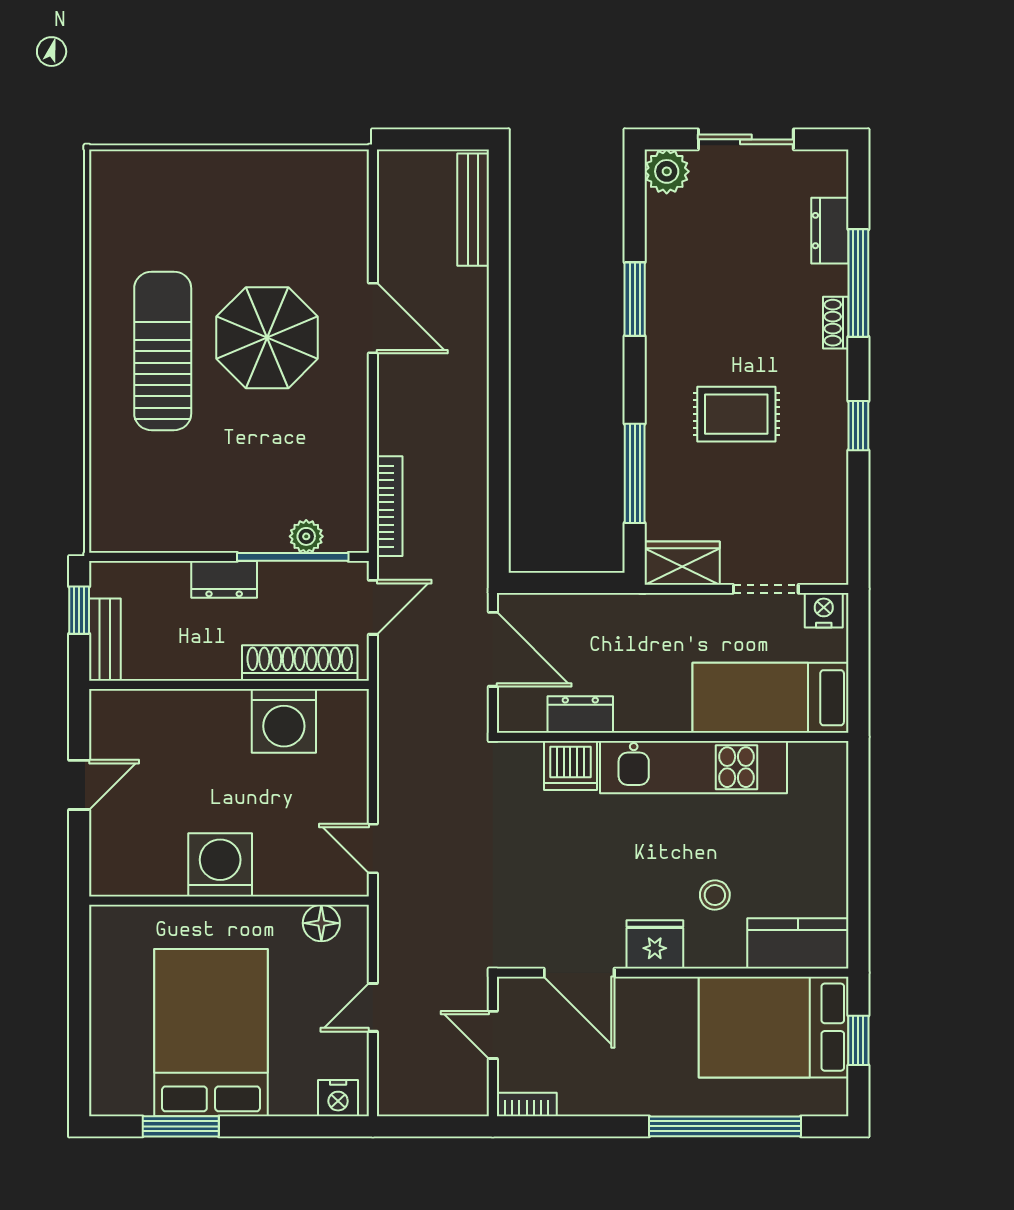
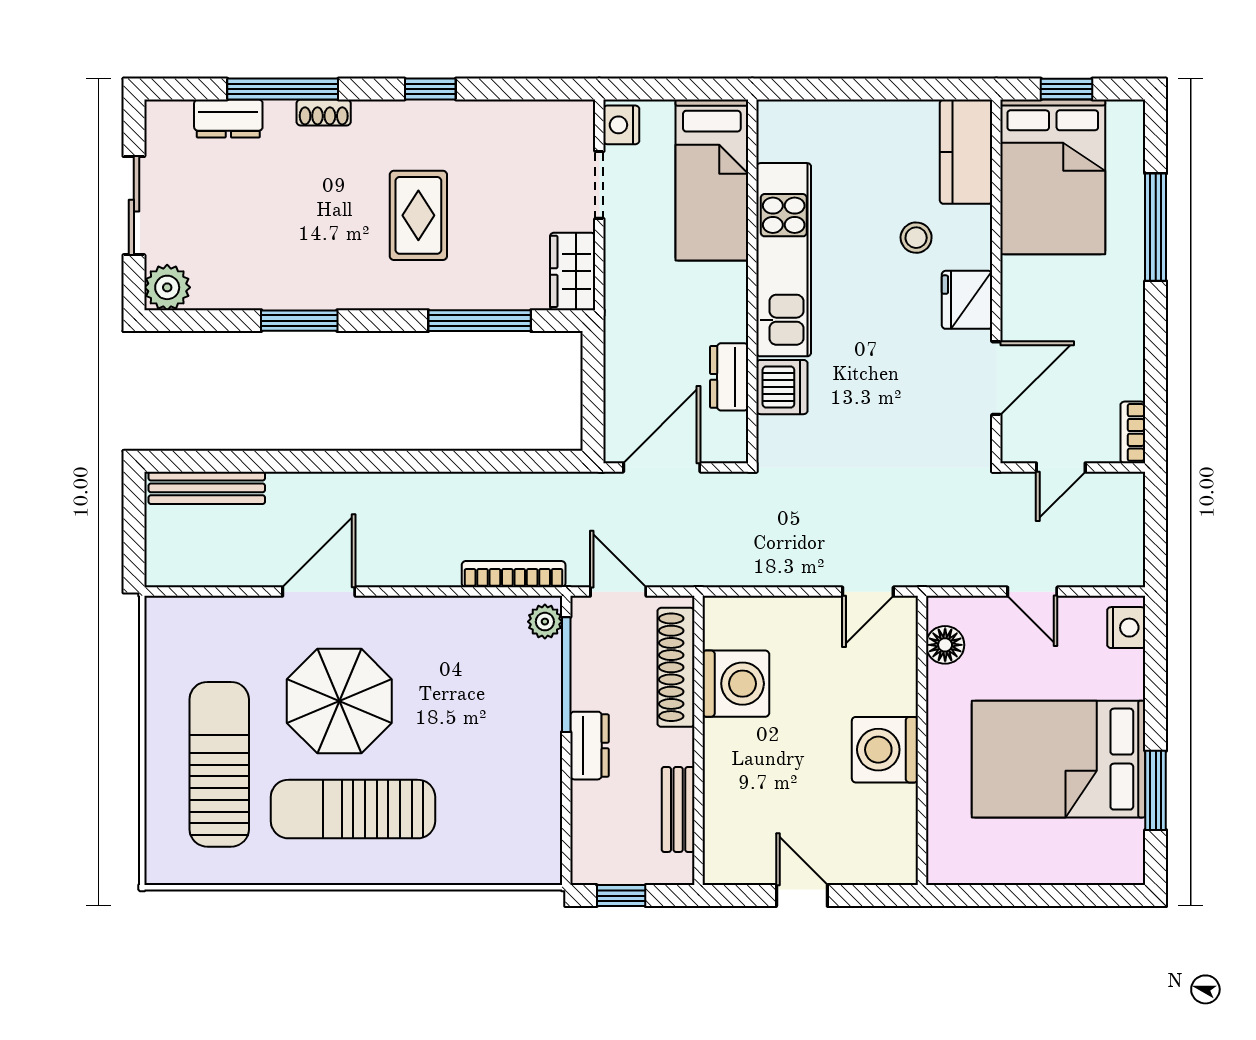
sun lounger: (206, 222) -> (219, 764), added
plant: (306, 536) -> (545, 622), moved
bench: (105, 640) -> (678, 809), moved, turned 90
window: (725, 1126) -> (1156, 227), width x0.68

